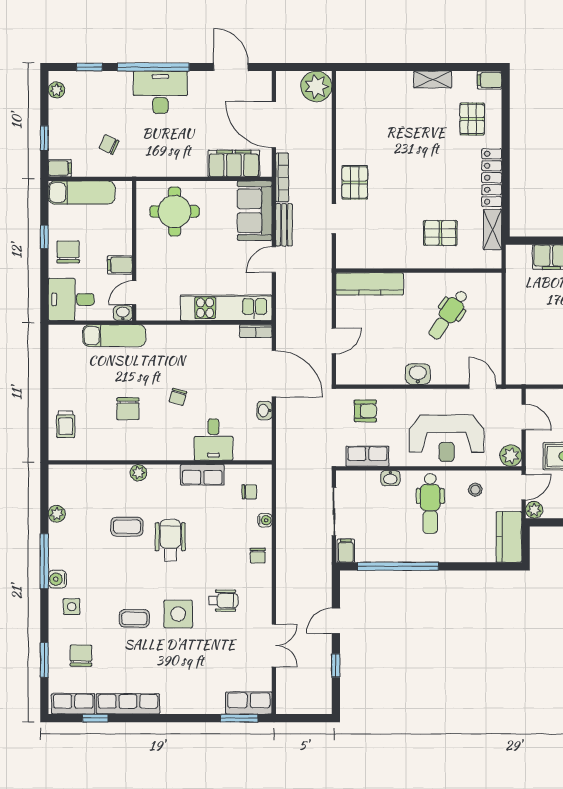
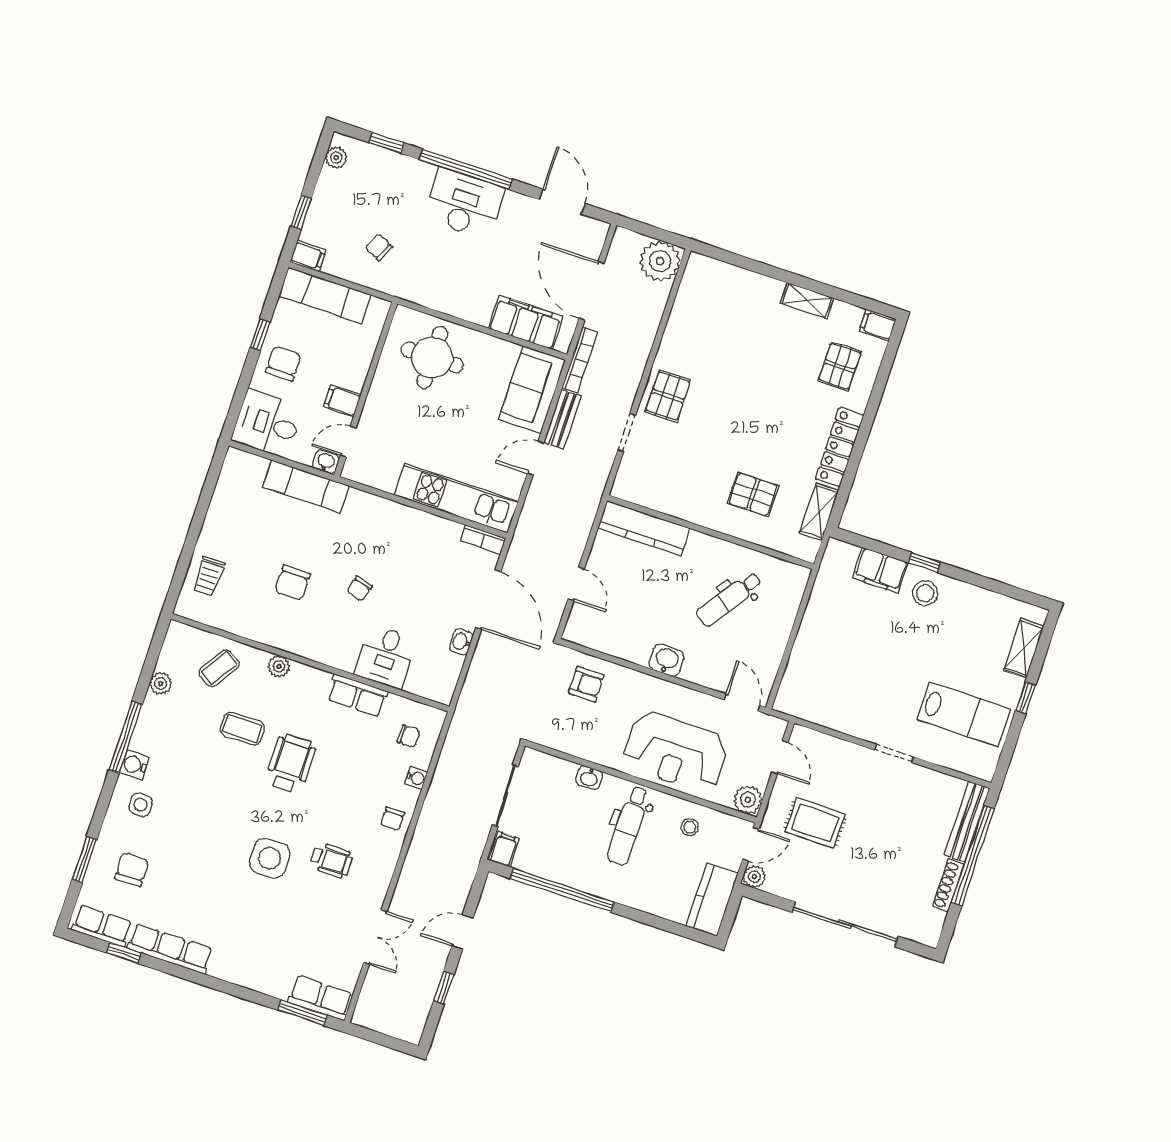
door: (334, 341) -> (576, 584), hinge flipped
row of seats: (367, 456) -> (570, 741), removed
coffee table: (134, 618) -> (219, 668), moved, turned -57

